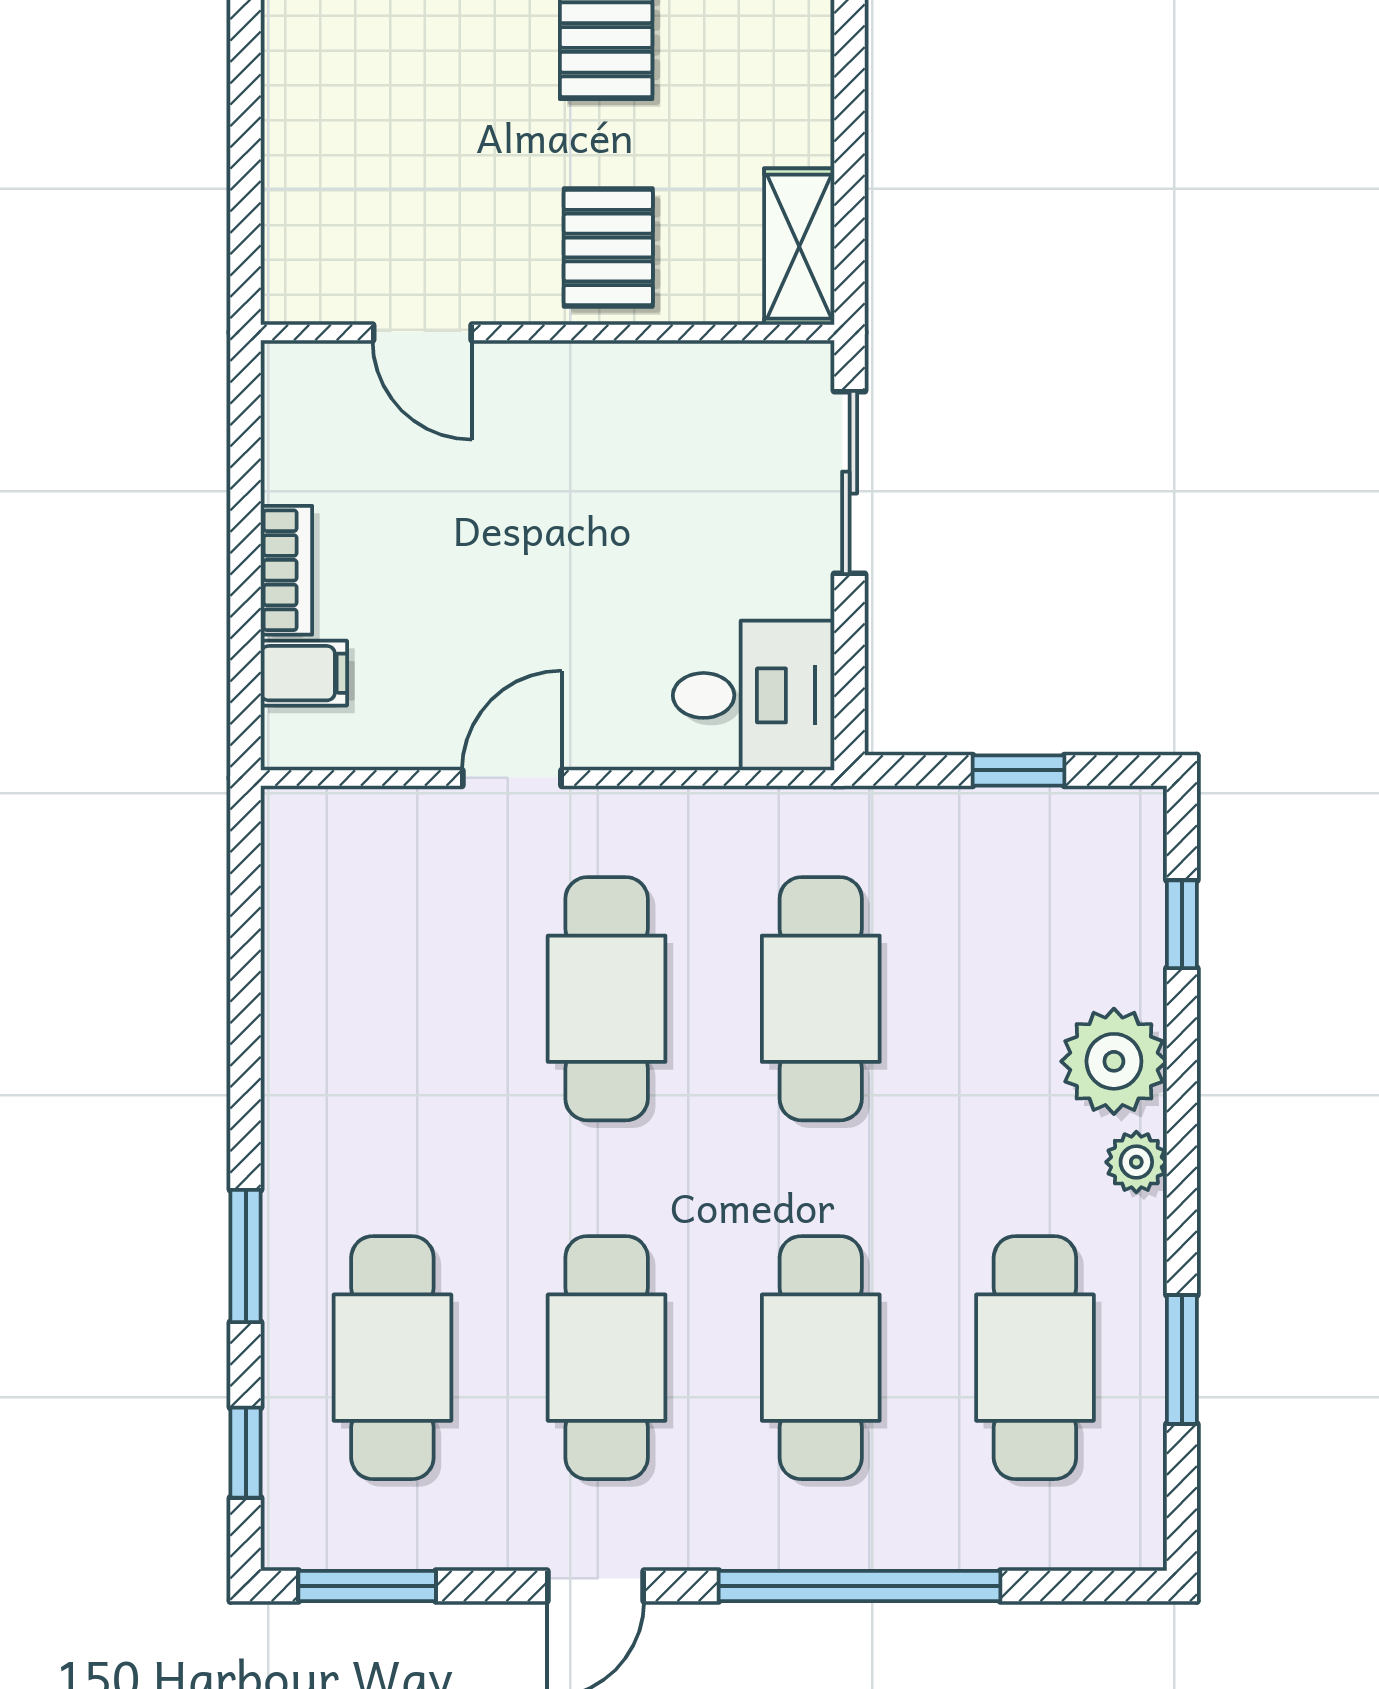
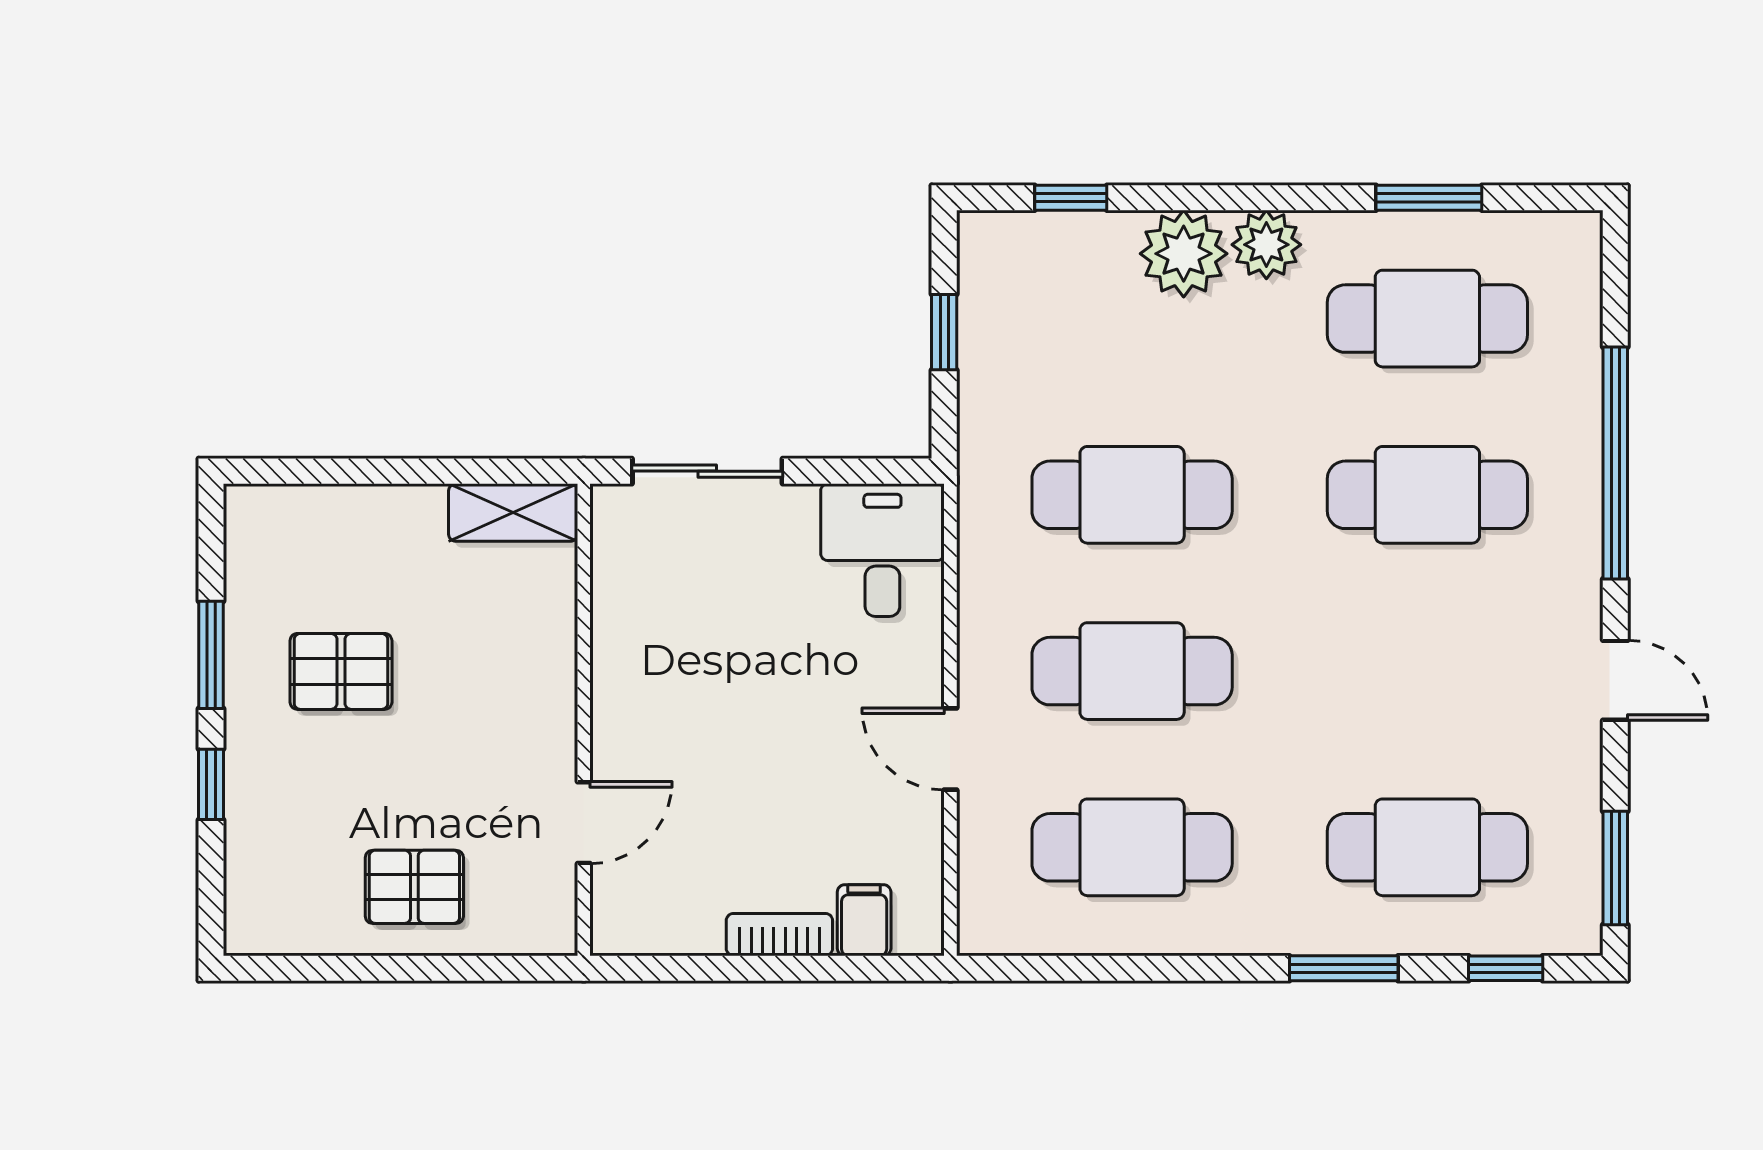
pallet: (608, 248) -> (414, 887), moved
plant: (1136, 1162) -> (1266, 245), width x1.38, depth x1.38
cafe table: (607, 1358) -> (1132, 847), moved

